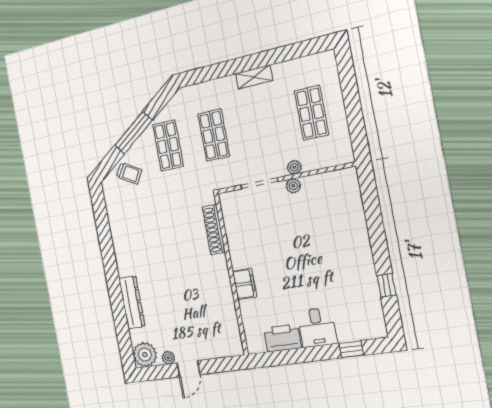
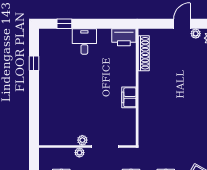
shoe rack: (214, 230) -> (144, 53), moved
filing cabinet: (244, 284) -> (129, 97), moved
printer: (283, 338) -> (124, 37), moved

